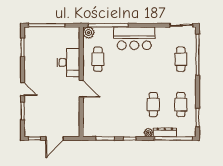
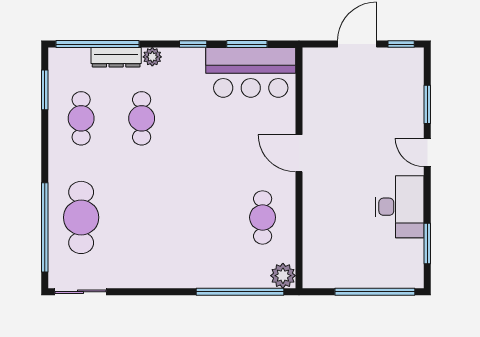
bar counter: (134, 38) -> (251, 72), moved, turned 180
cafe table: (181, 59) -> (81, 217), width x1.37, depth x1.35
desk: (69, 62) -> (399, 207), moved, turned 180

